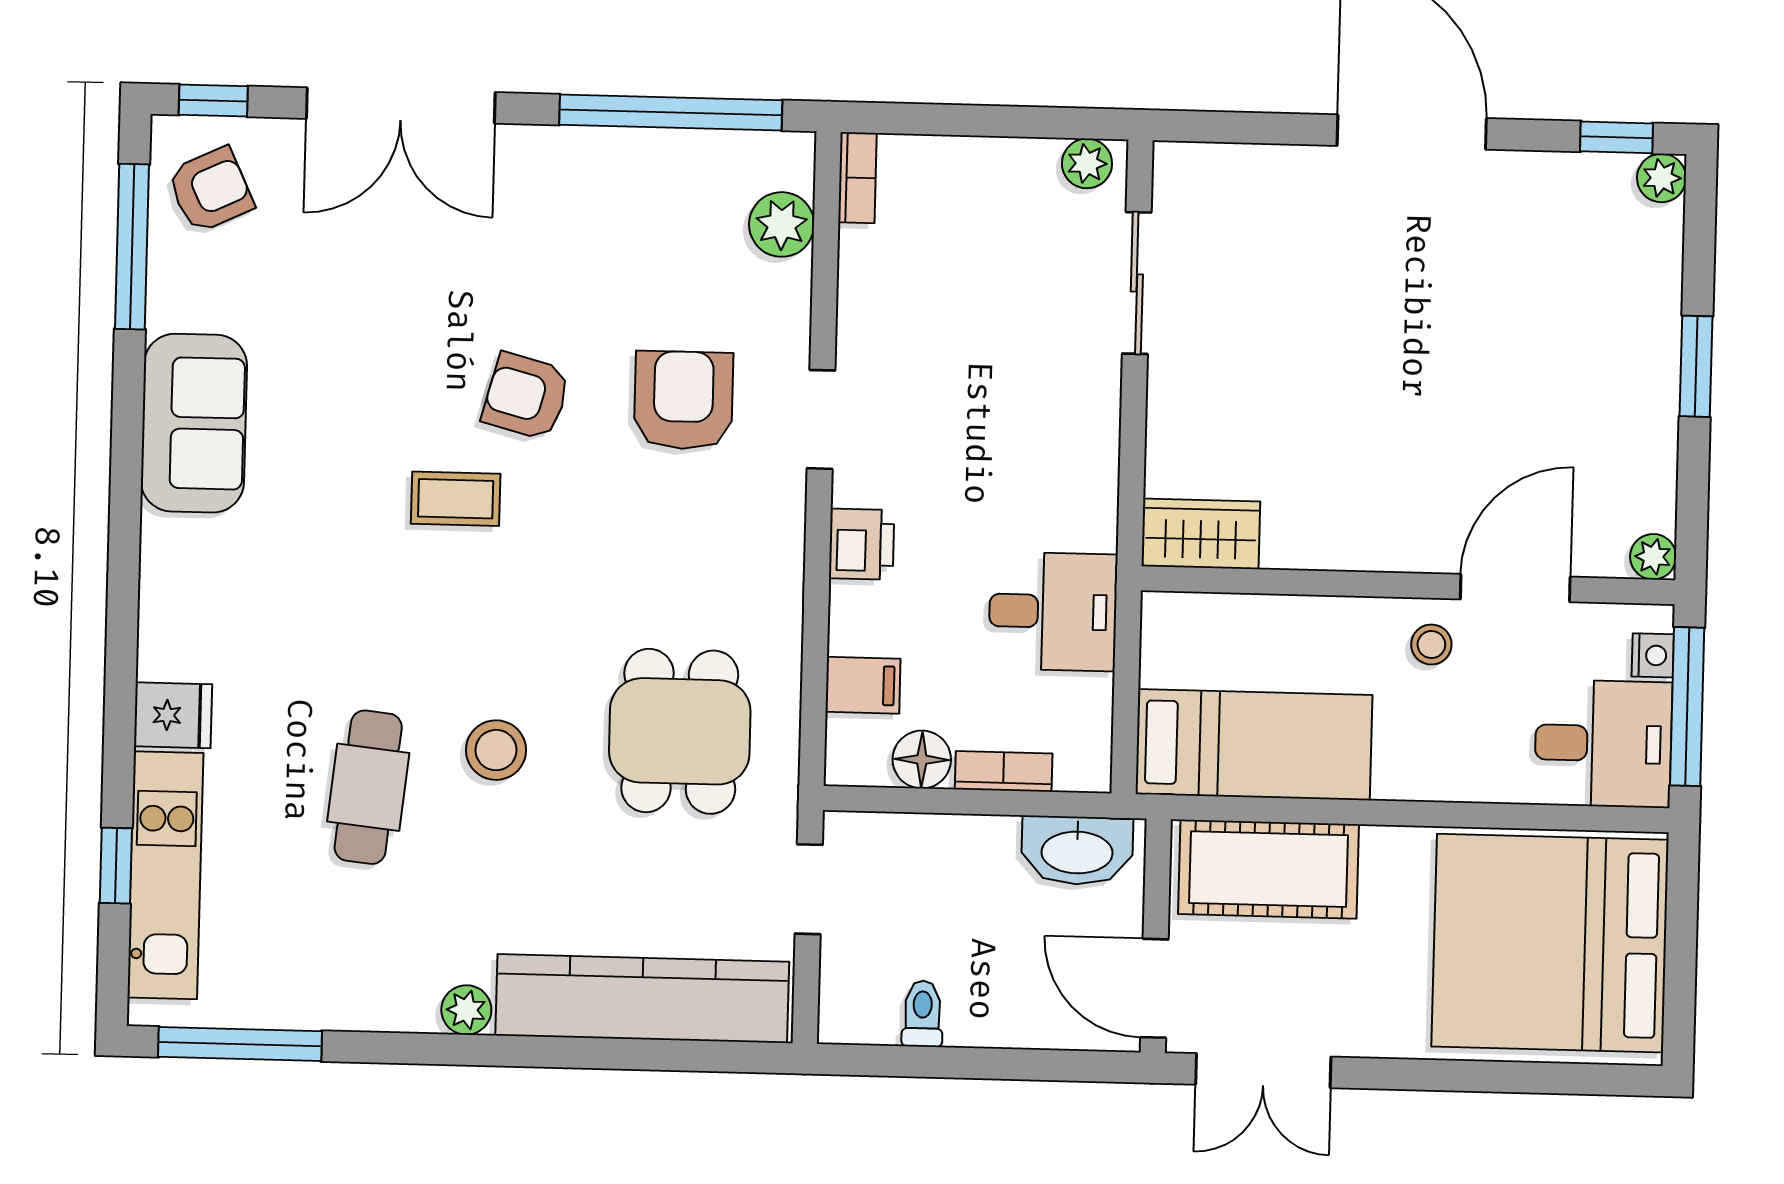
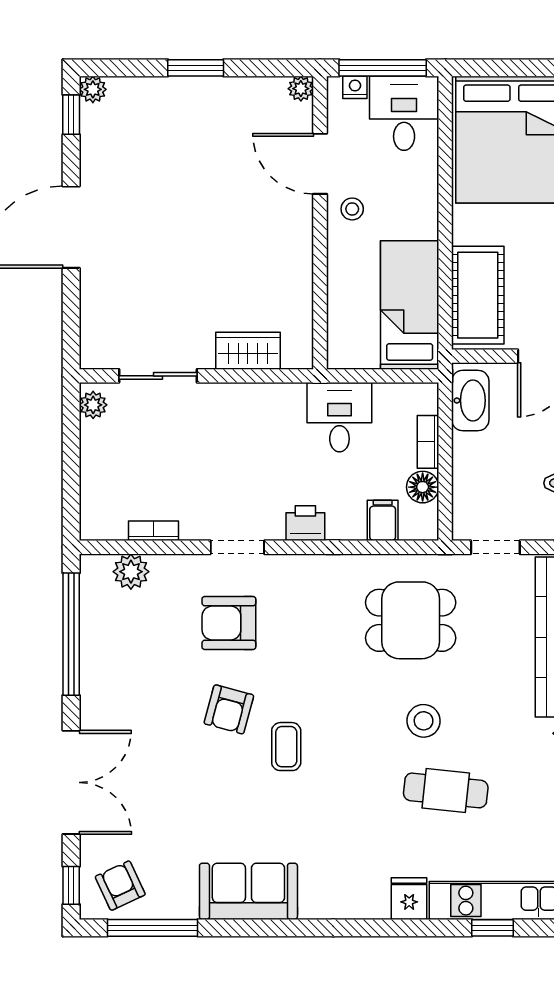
bookcase: (857, 178) -> (154, 531), moved
wardrobe: (1201, 534) -> (248, 351), moved, turned 90

